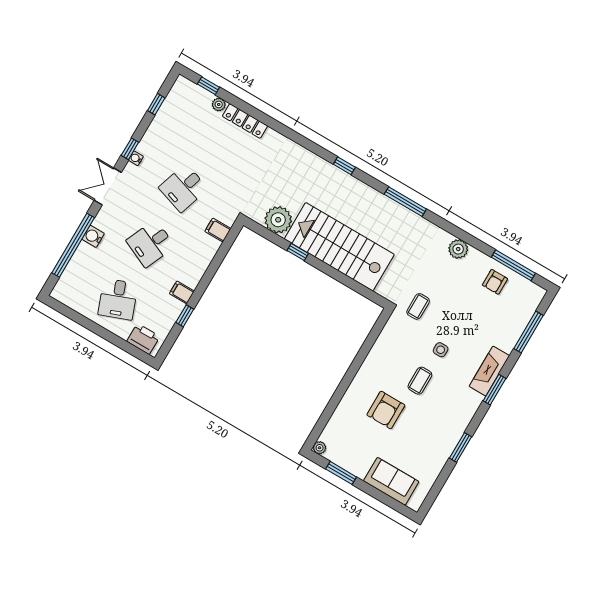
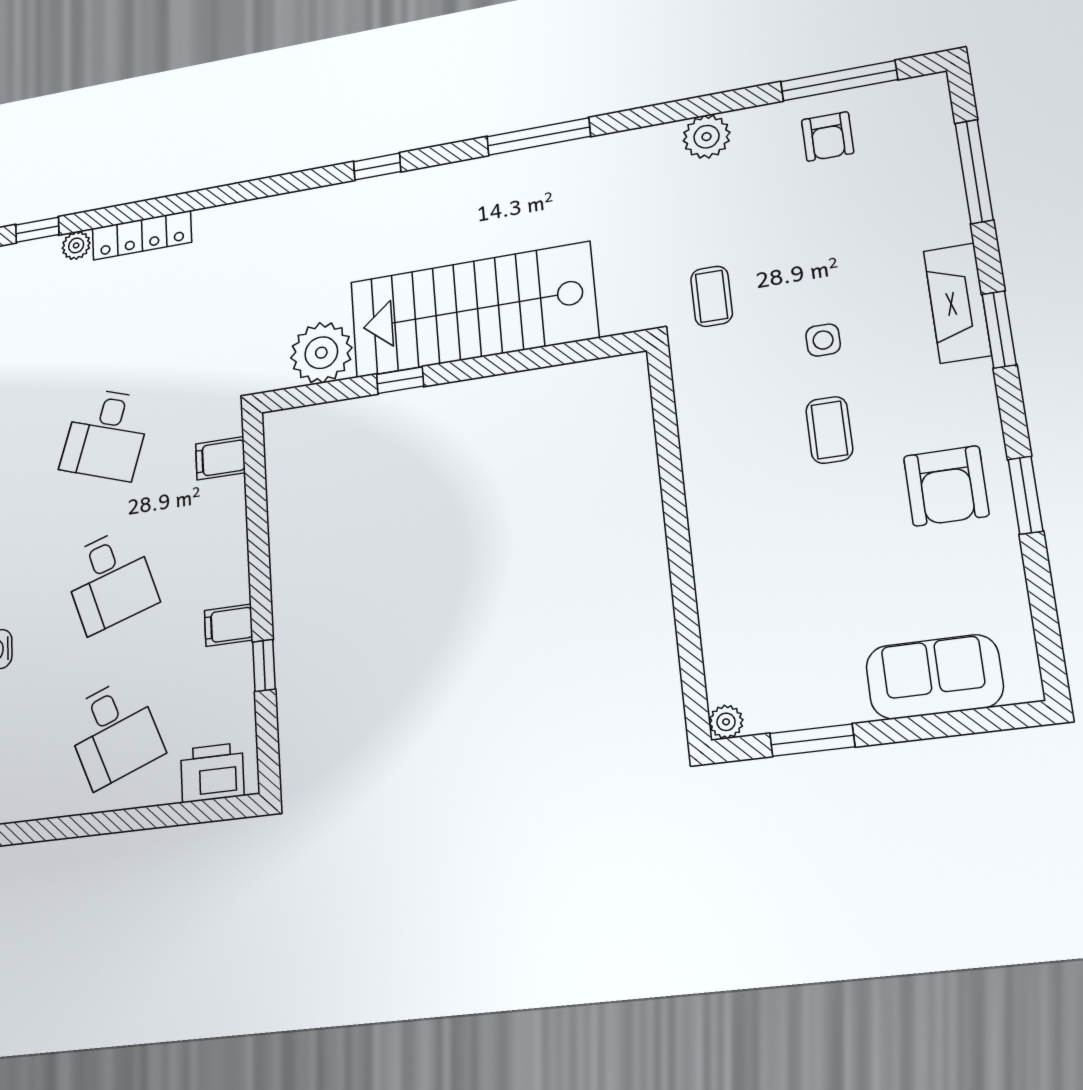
desk: (151, 244) -> (110, 580), turned -42
armchair: (386, 410) -> (946, 486), moved

